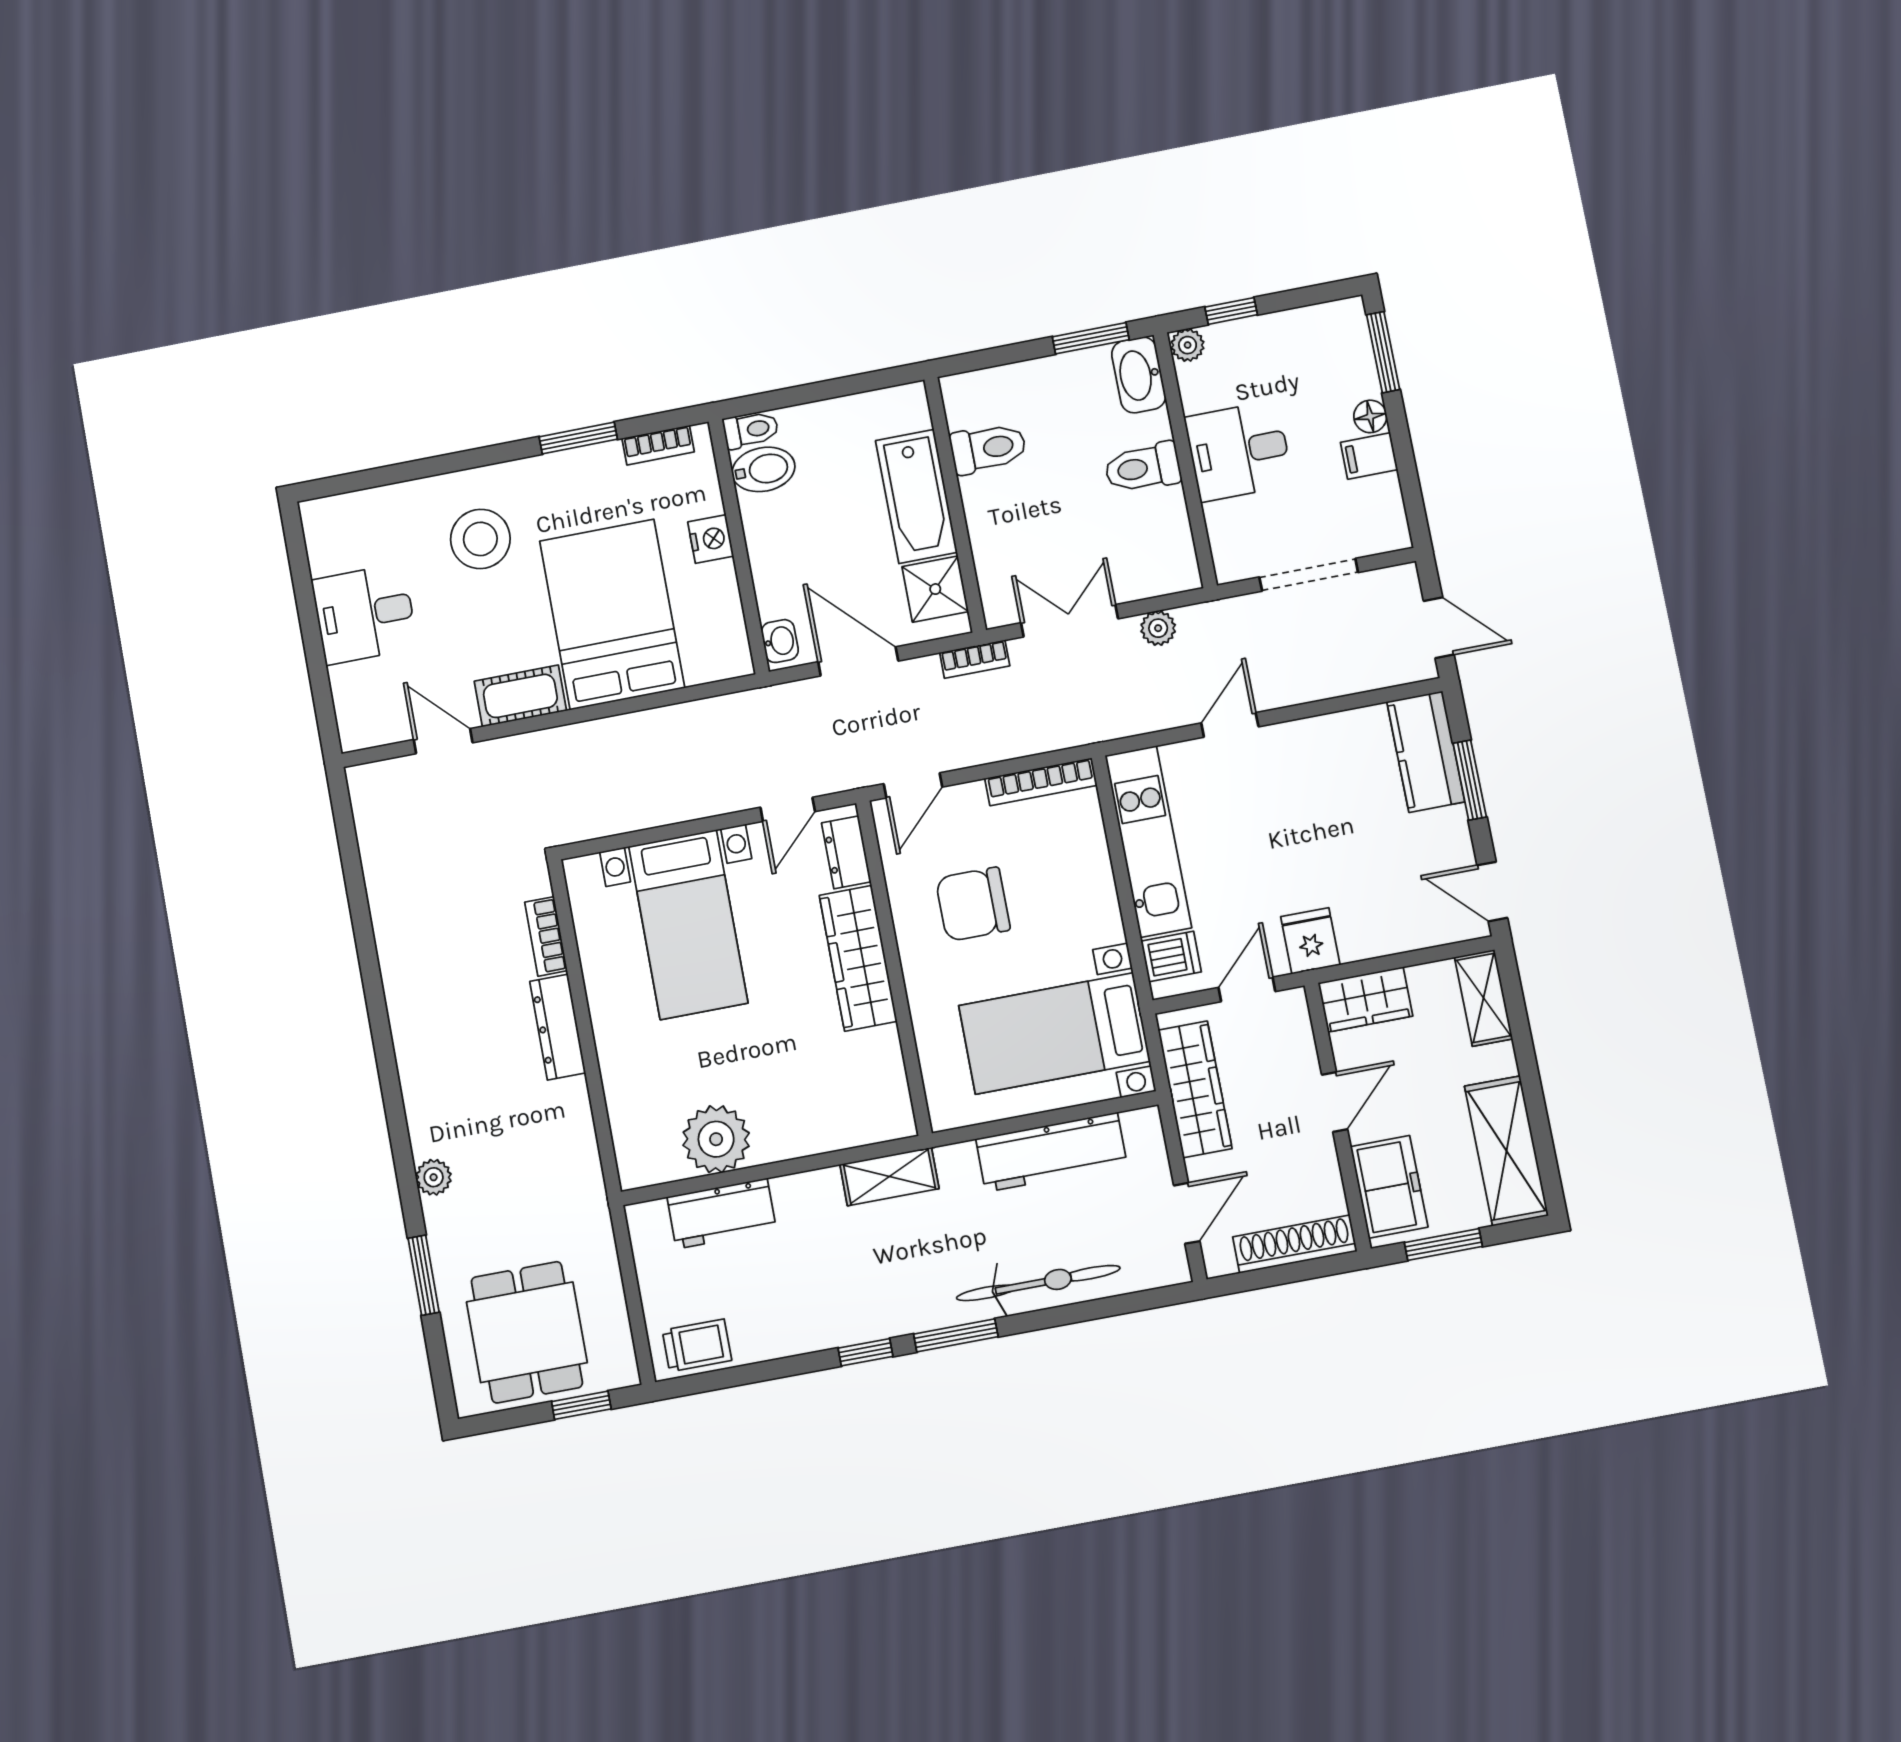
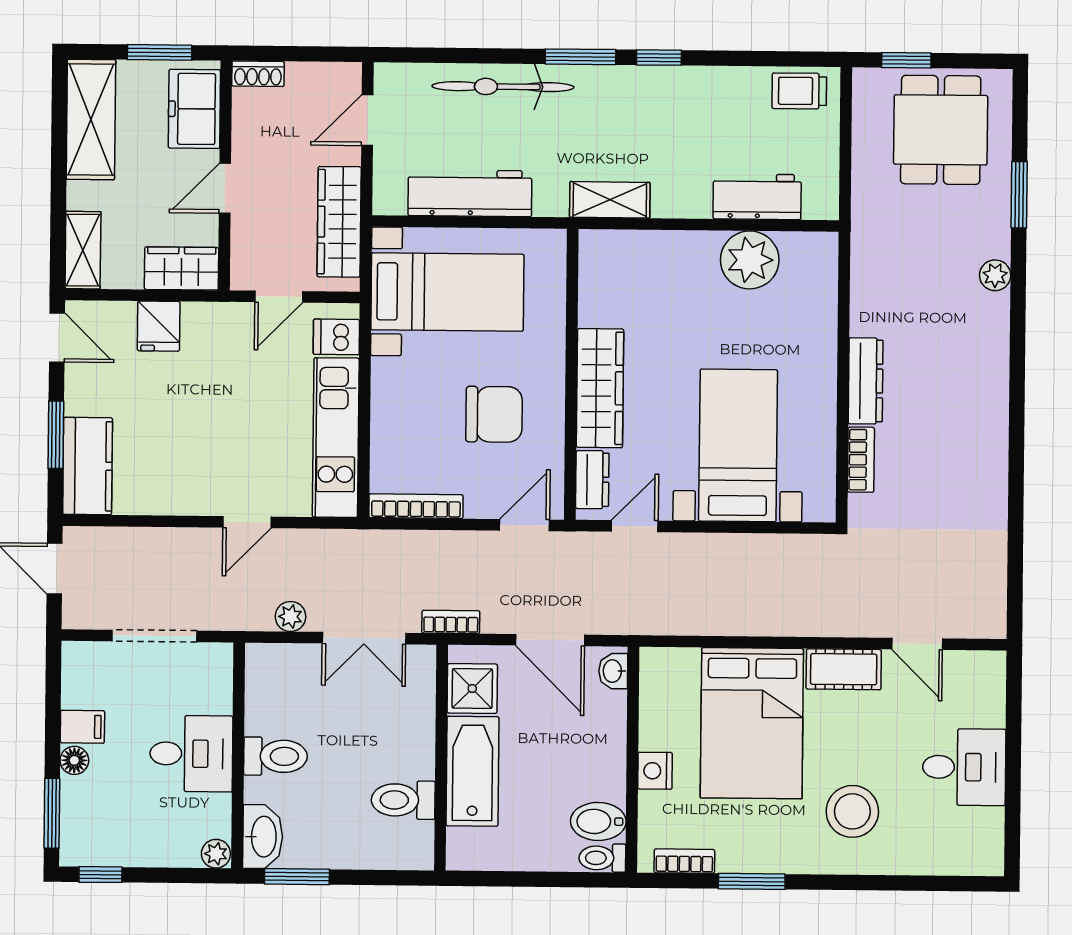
window: (1231, 311) -> (100, 875), moved
fridge: (1310, 941) -> (159, 326), moved
shoe rack: (1295, 1244) -> (258, 74), width x0.51, depth x0.81

